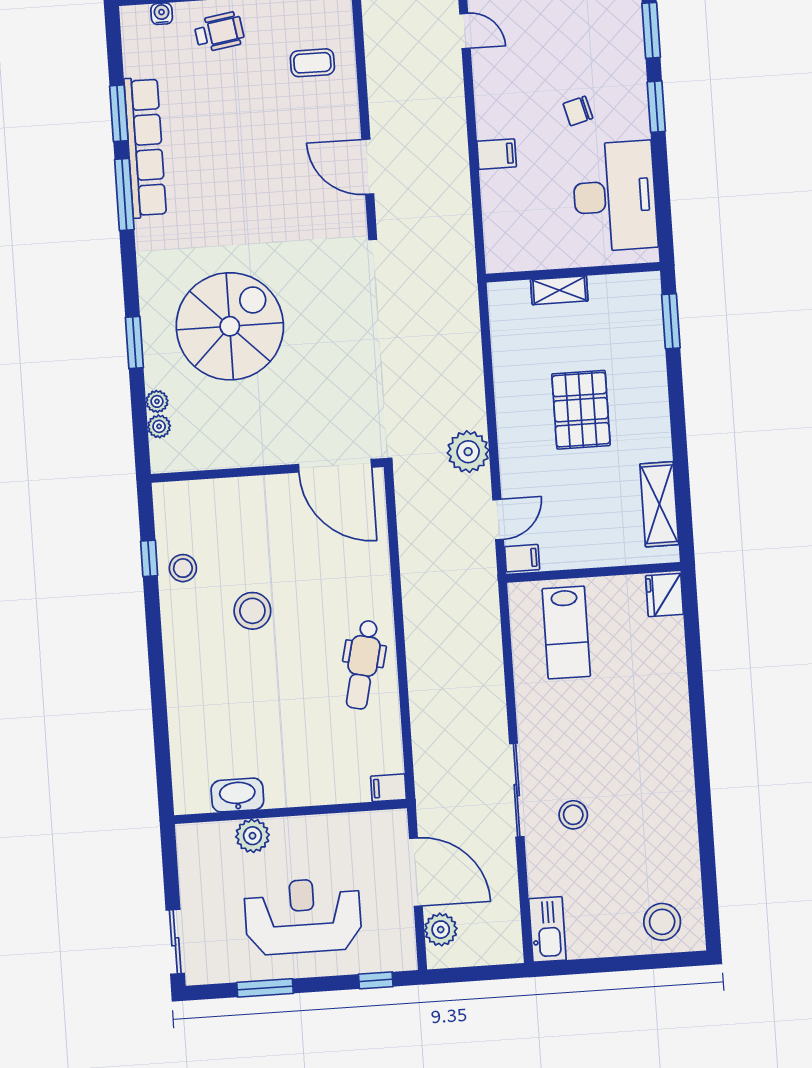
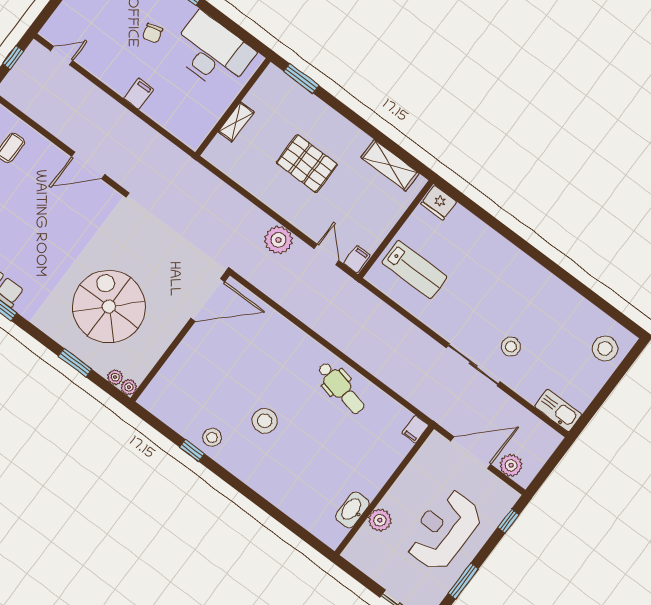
door: (335, 466) -> (208, 300), moved
wall: (267, 470) -> (180, 337), moved

